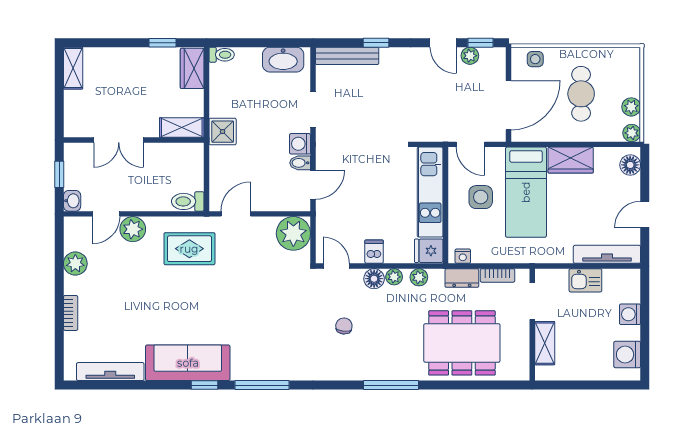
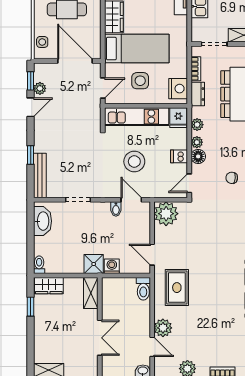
washing machine: (300, 144) -> (112, 266), moved, turned 180
stool: (367, 189) -> (134, 162), added
nightstand: (463, 256) -> (178, 89), width x1.89, depth x1.79

